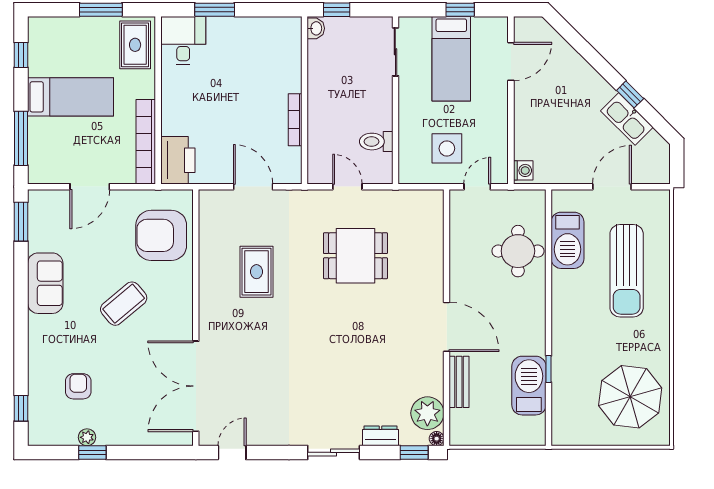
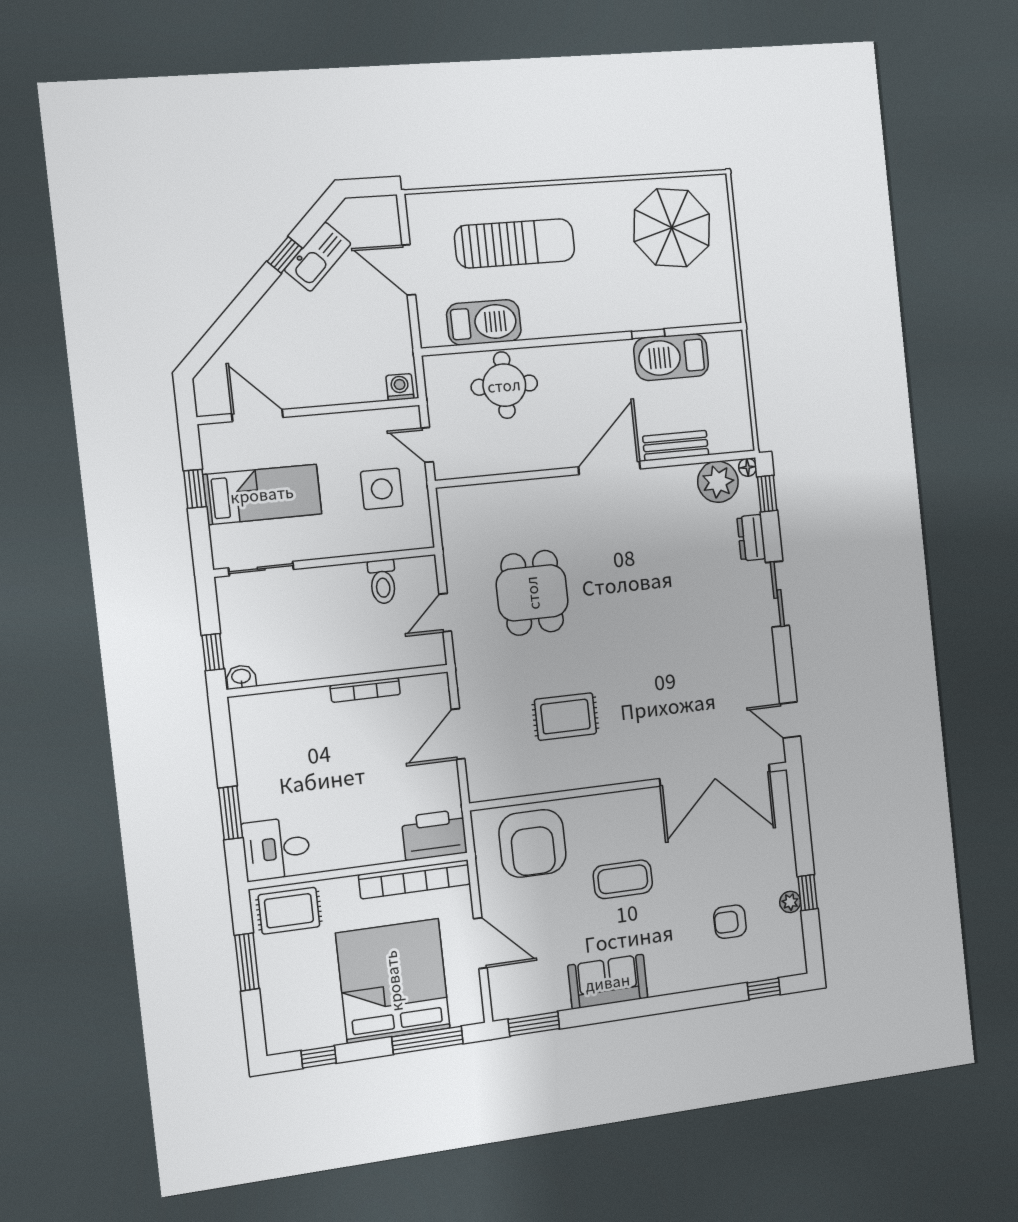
bed: (70, 97) -> (393, 981), width x2.04
coffee table: (124, 304) -> (623, 879), turned -50

